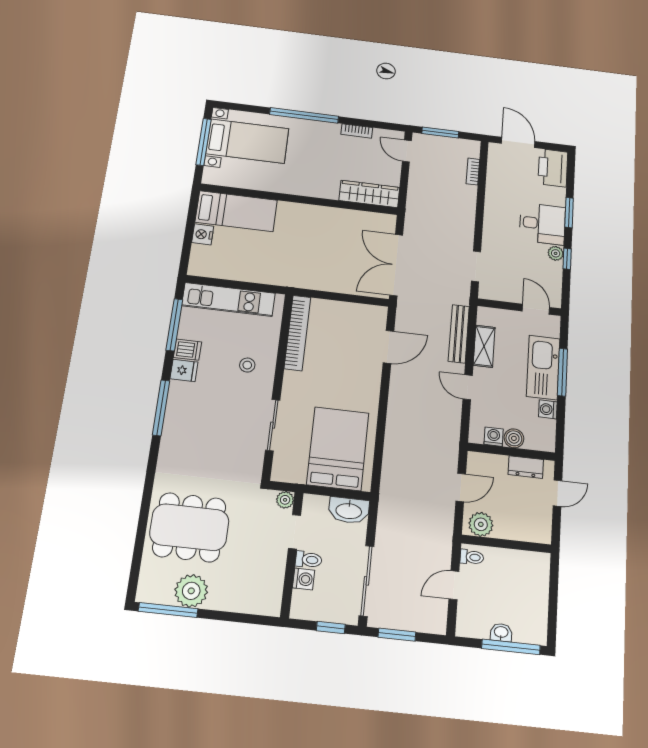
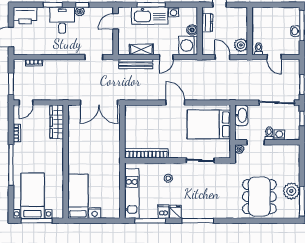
door: (388, 347) -> (175, 103), moved
washing machine: (494, 437) -> (188, 45), width x1.89, depth x1.89

